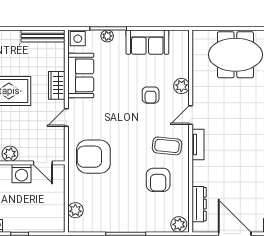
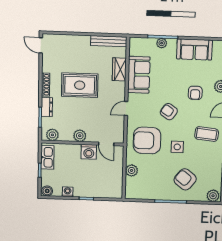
side table: (78, 39) -> (177, 147), moved
wardrobe: (57, 85) -> (119, 69), moved
armchair: (119, 120) -> (169, 112), added
armchair: (158, 180) -> (185, 179), moved, turned 128
plant: (75, 210) -> (132, 170), moved

